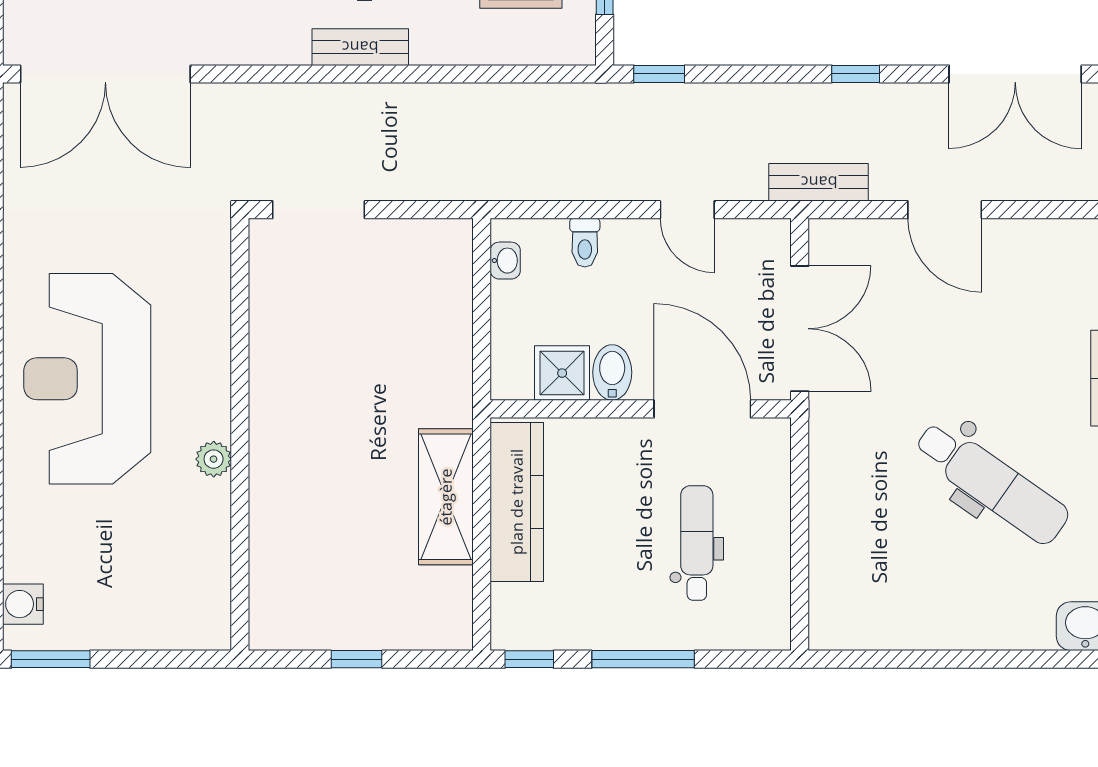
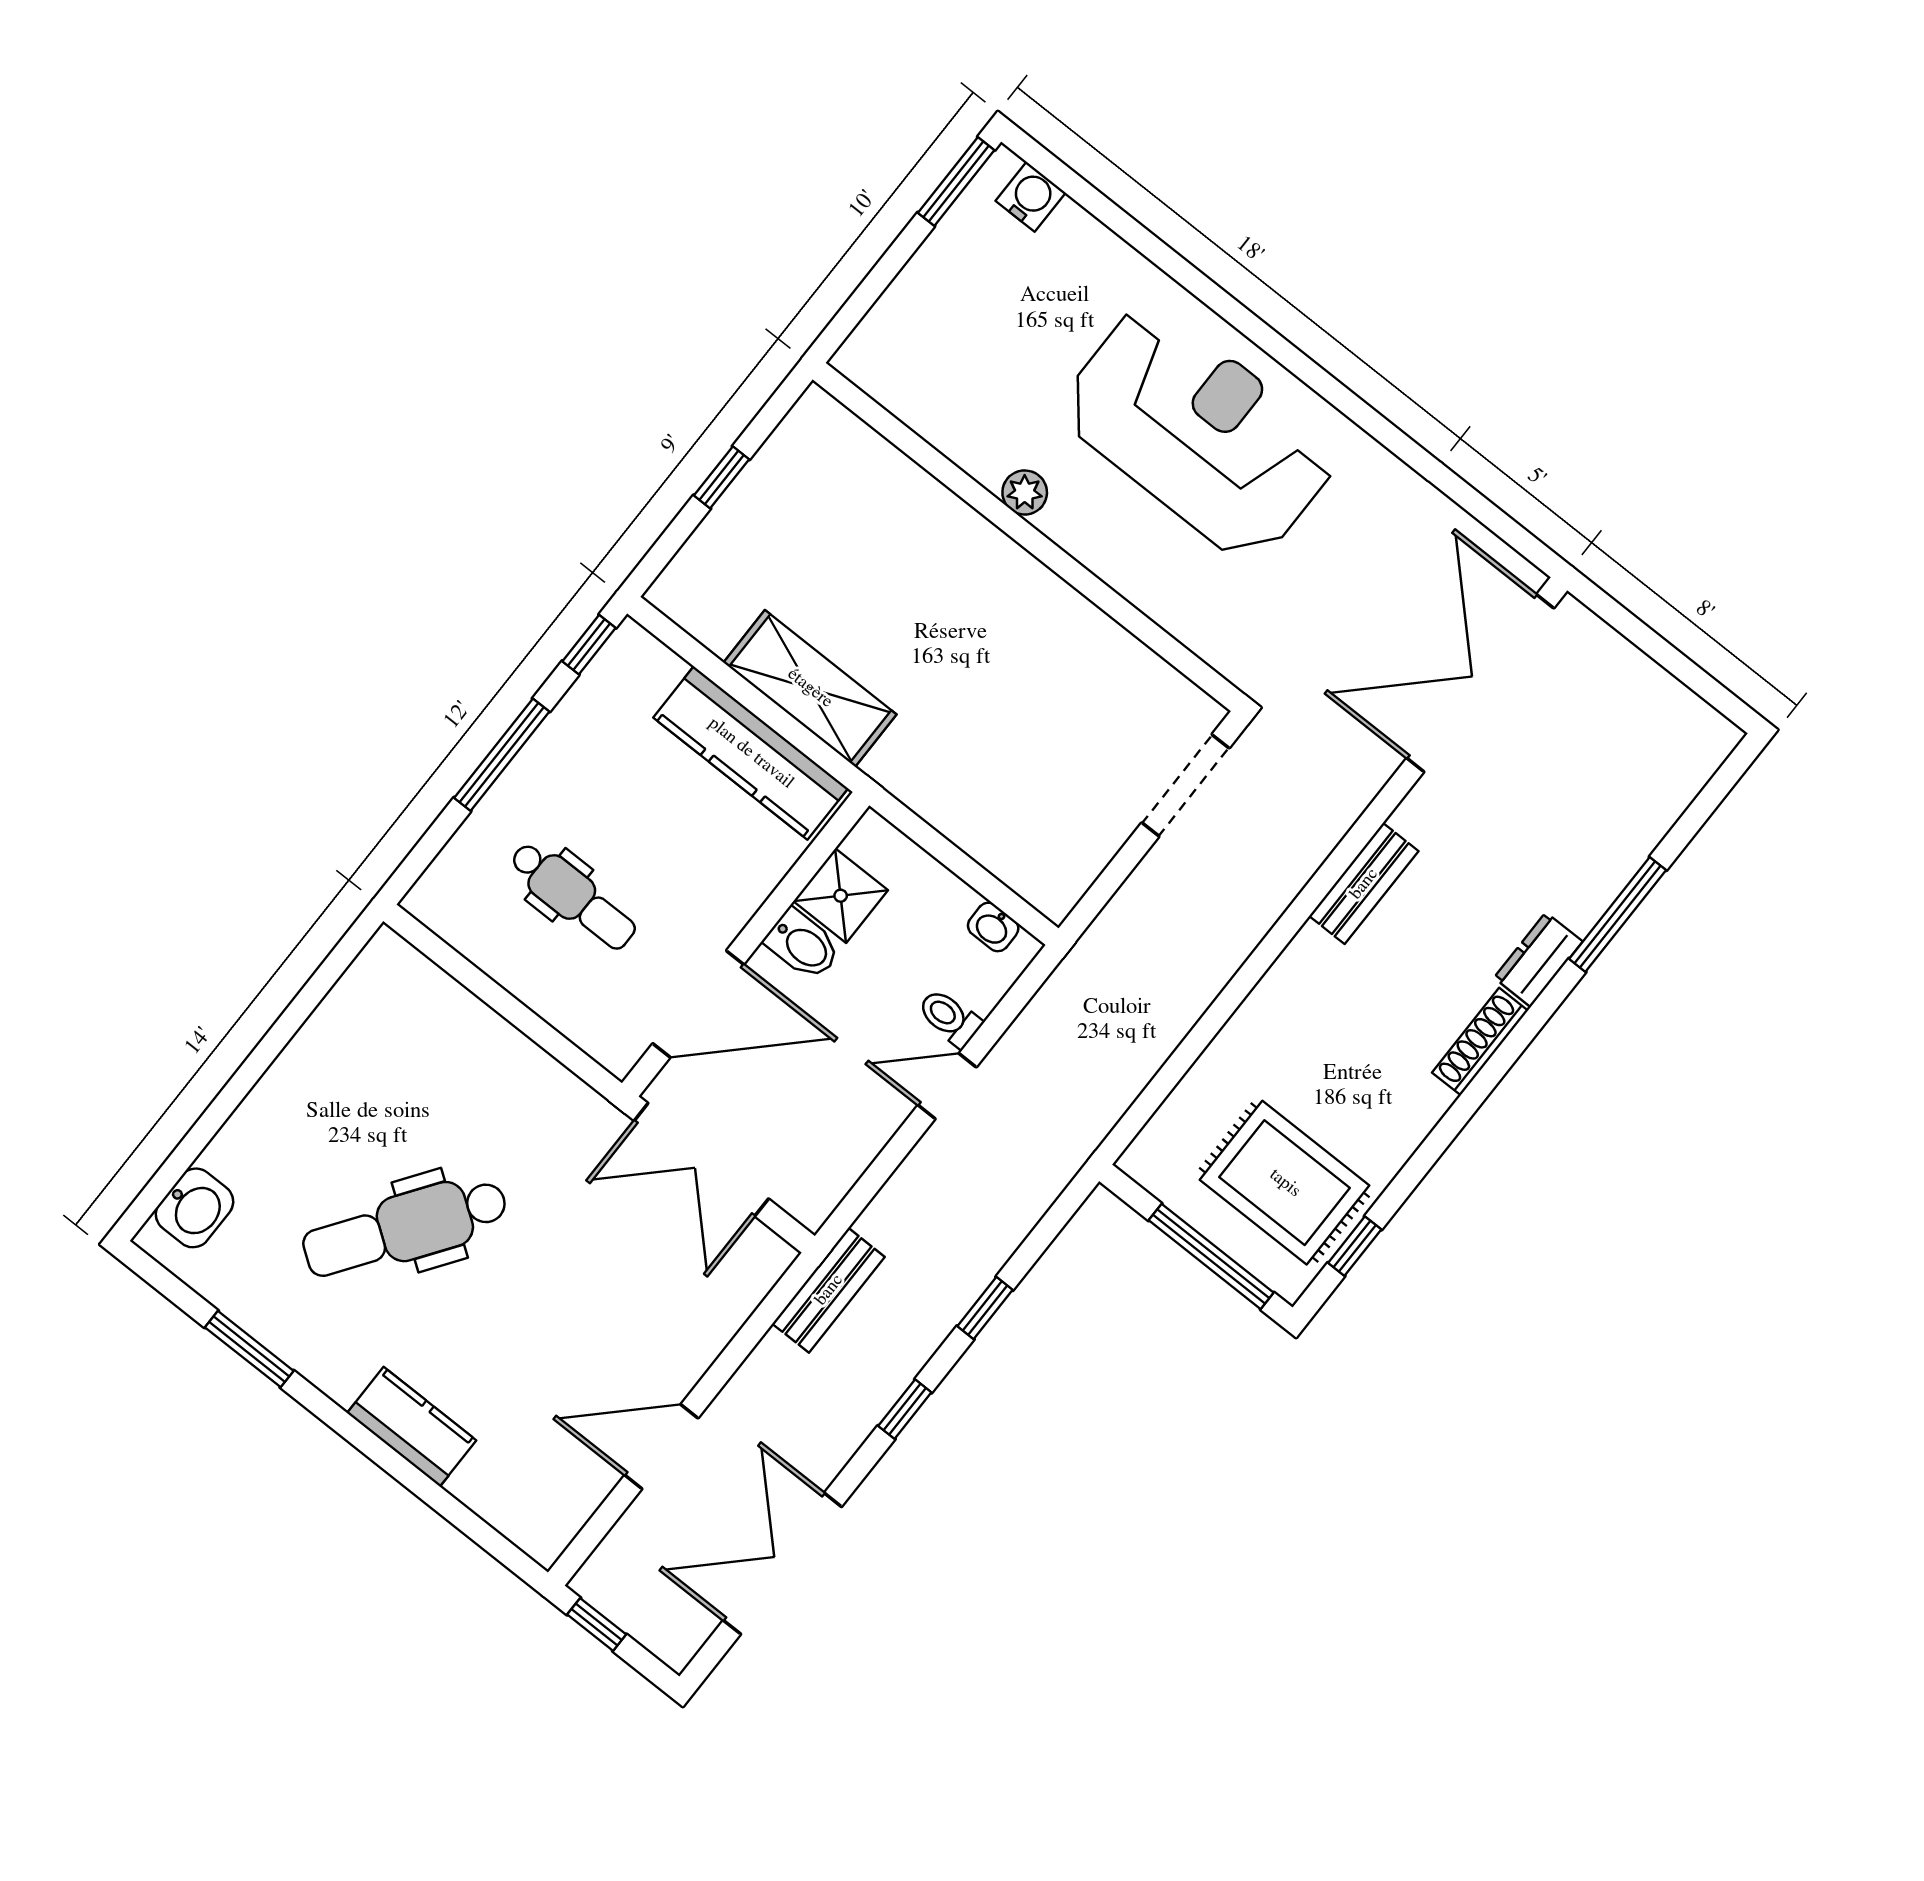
bench: (360, 47) -> (1364, 884), moved
window: (659, 74) -> (985, 1308), moved
door: (687, 210) -> (947, 1086), moved
door: (945, 210) -> (661, 1447), moved

